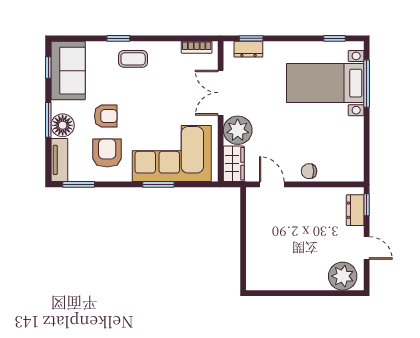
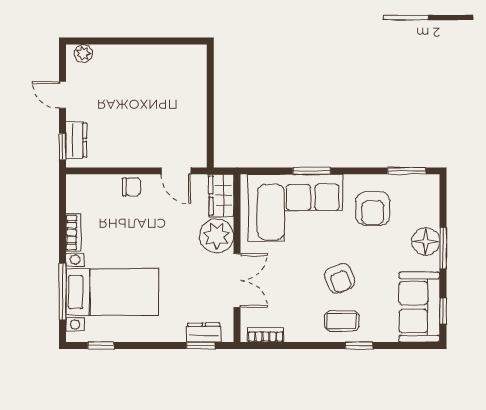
armchair: (106, 116) -> (339, 278), moved, turned -111
bookcase: (358, 133) -> (73, 232), added
tv unit: (59, 160) -> (430, 200), removed
plant: (343, 276) -> (83, 53), width x0.53, depth x0.53

